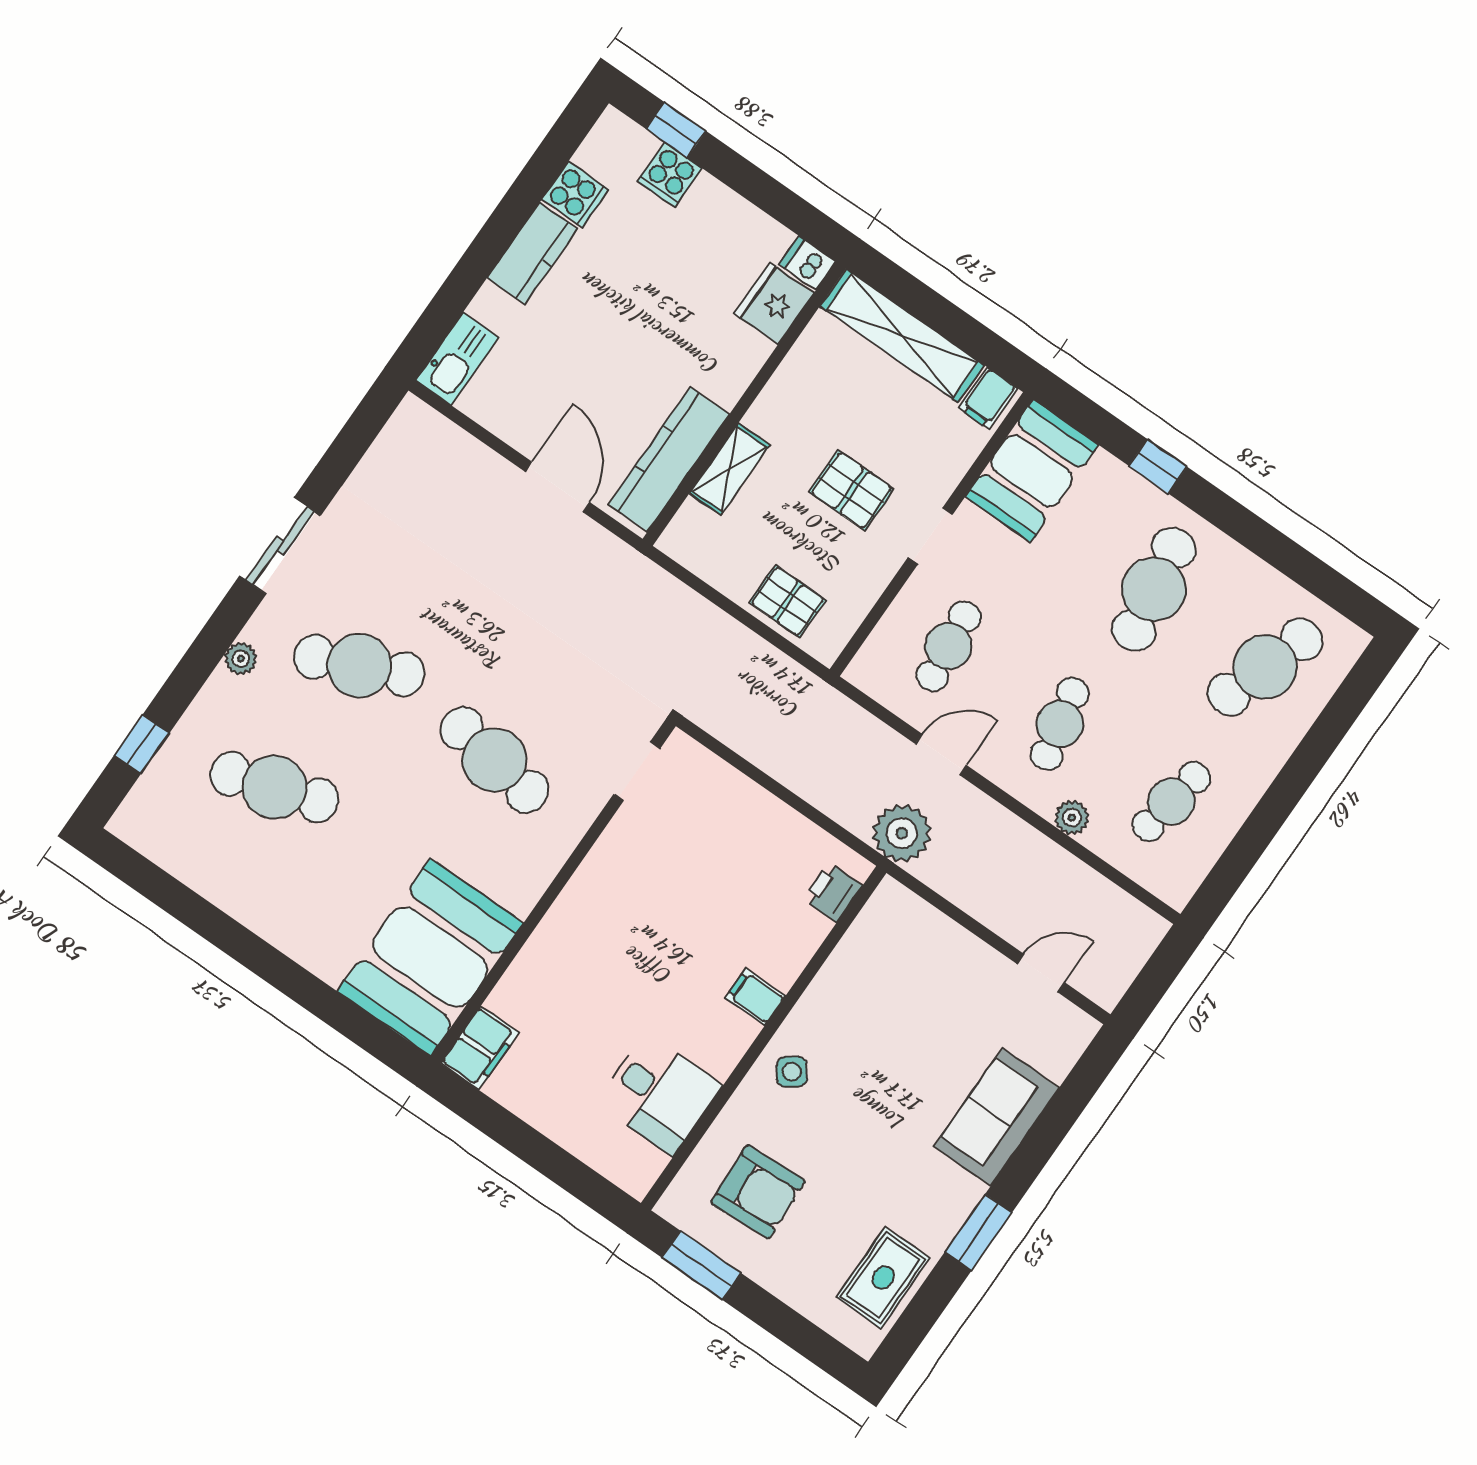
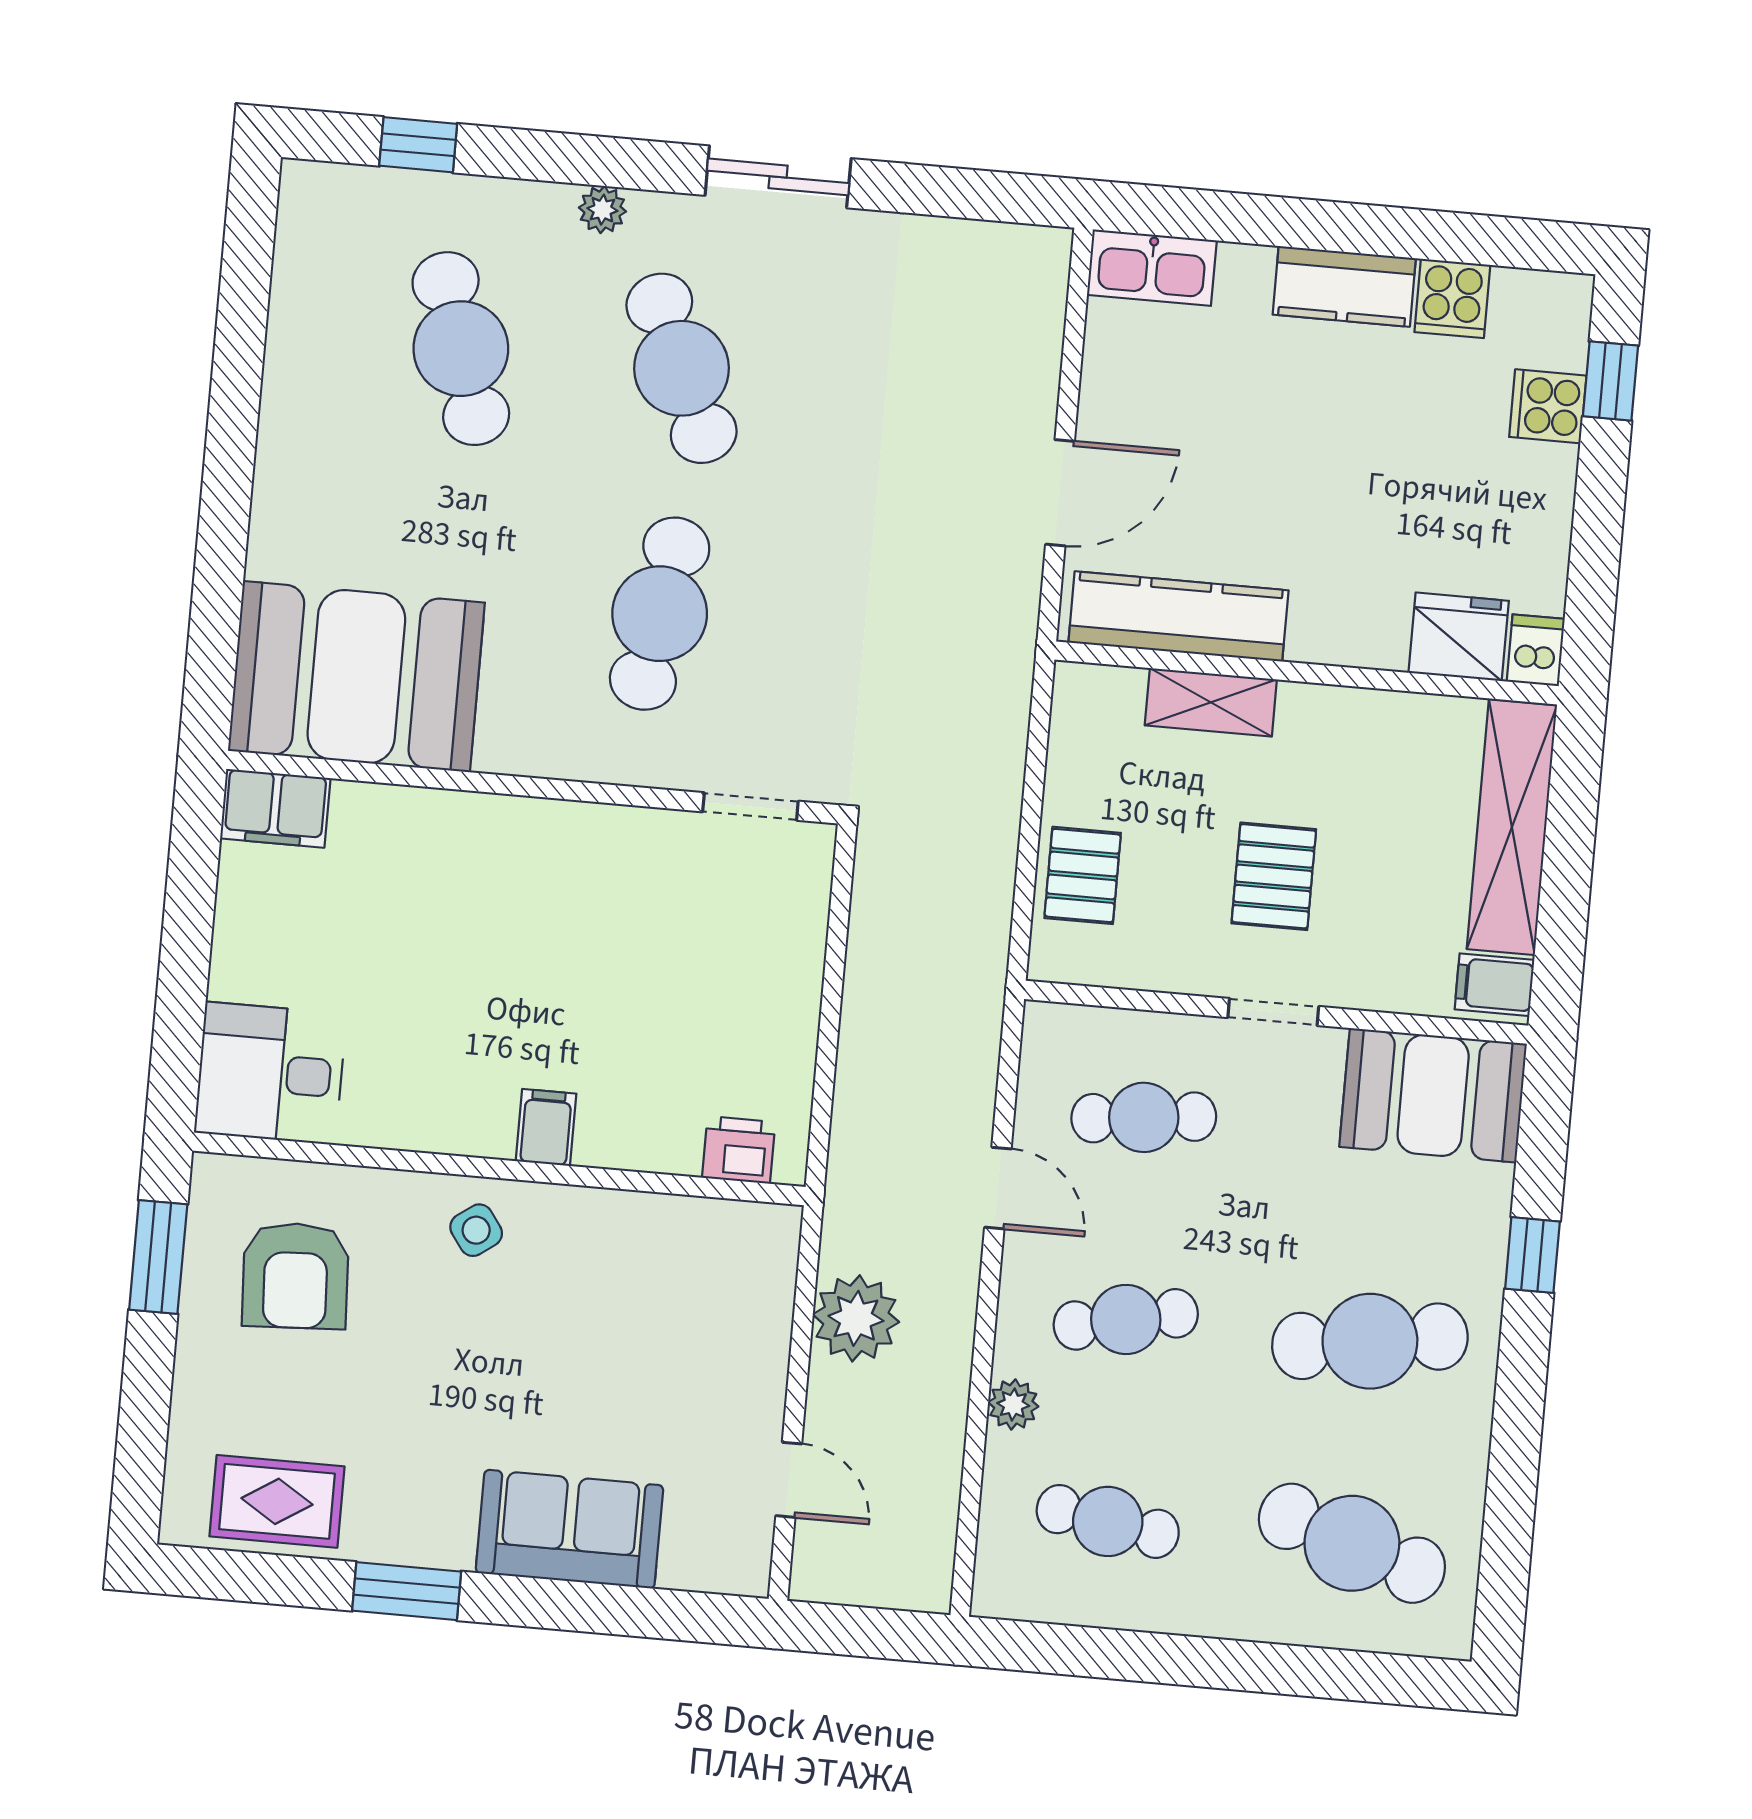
plant: (902, 833) -> (856, 1318), moved
desk: (659, 1094) -> (270, 1073), moved, turned 90

